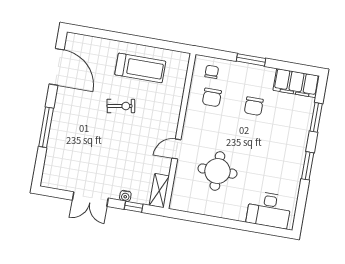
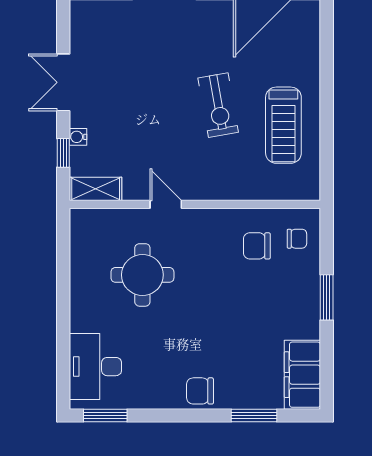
exercise bike: (121, 106) -> (218, 105), width x1.38, depth x1.39
chair: (254, 106) -> (200, 391), moved
window: (308, 166) -> (105, 415), moved

